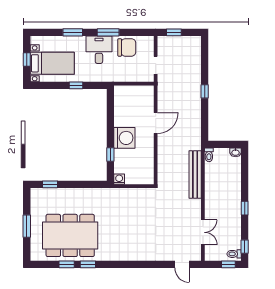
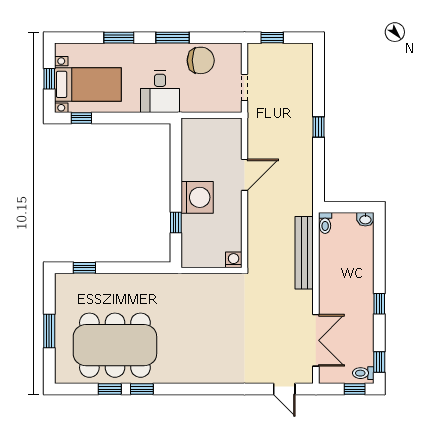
desk: (99, 50) -> (160, 92), moved, turned 180
window: (76, 85) -> (81, 118), moved
washing machine: (119, 179) -> (234, 260), moved
double door: (203, 232) -> (316, 340), width x1.37

